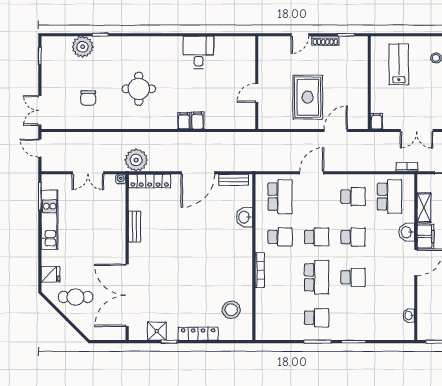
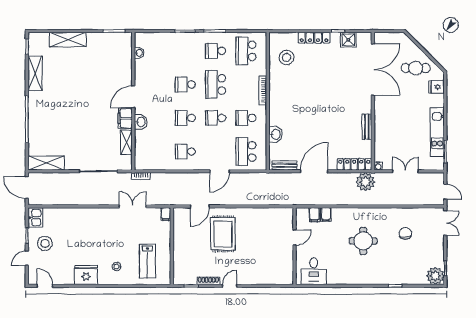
plant: (83, 47) -> (435, 276), moved
wall: (257, 83) -> (295, 246), moved
door: (257, 93) -> (295, 238), moved
school desk: (390, 197) -> (246, 51), moved

